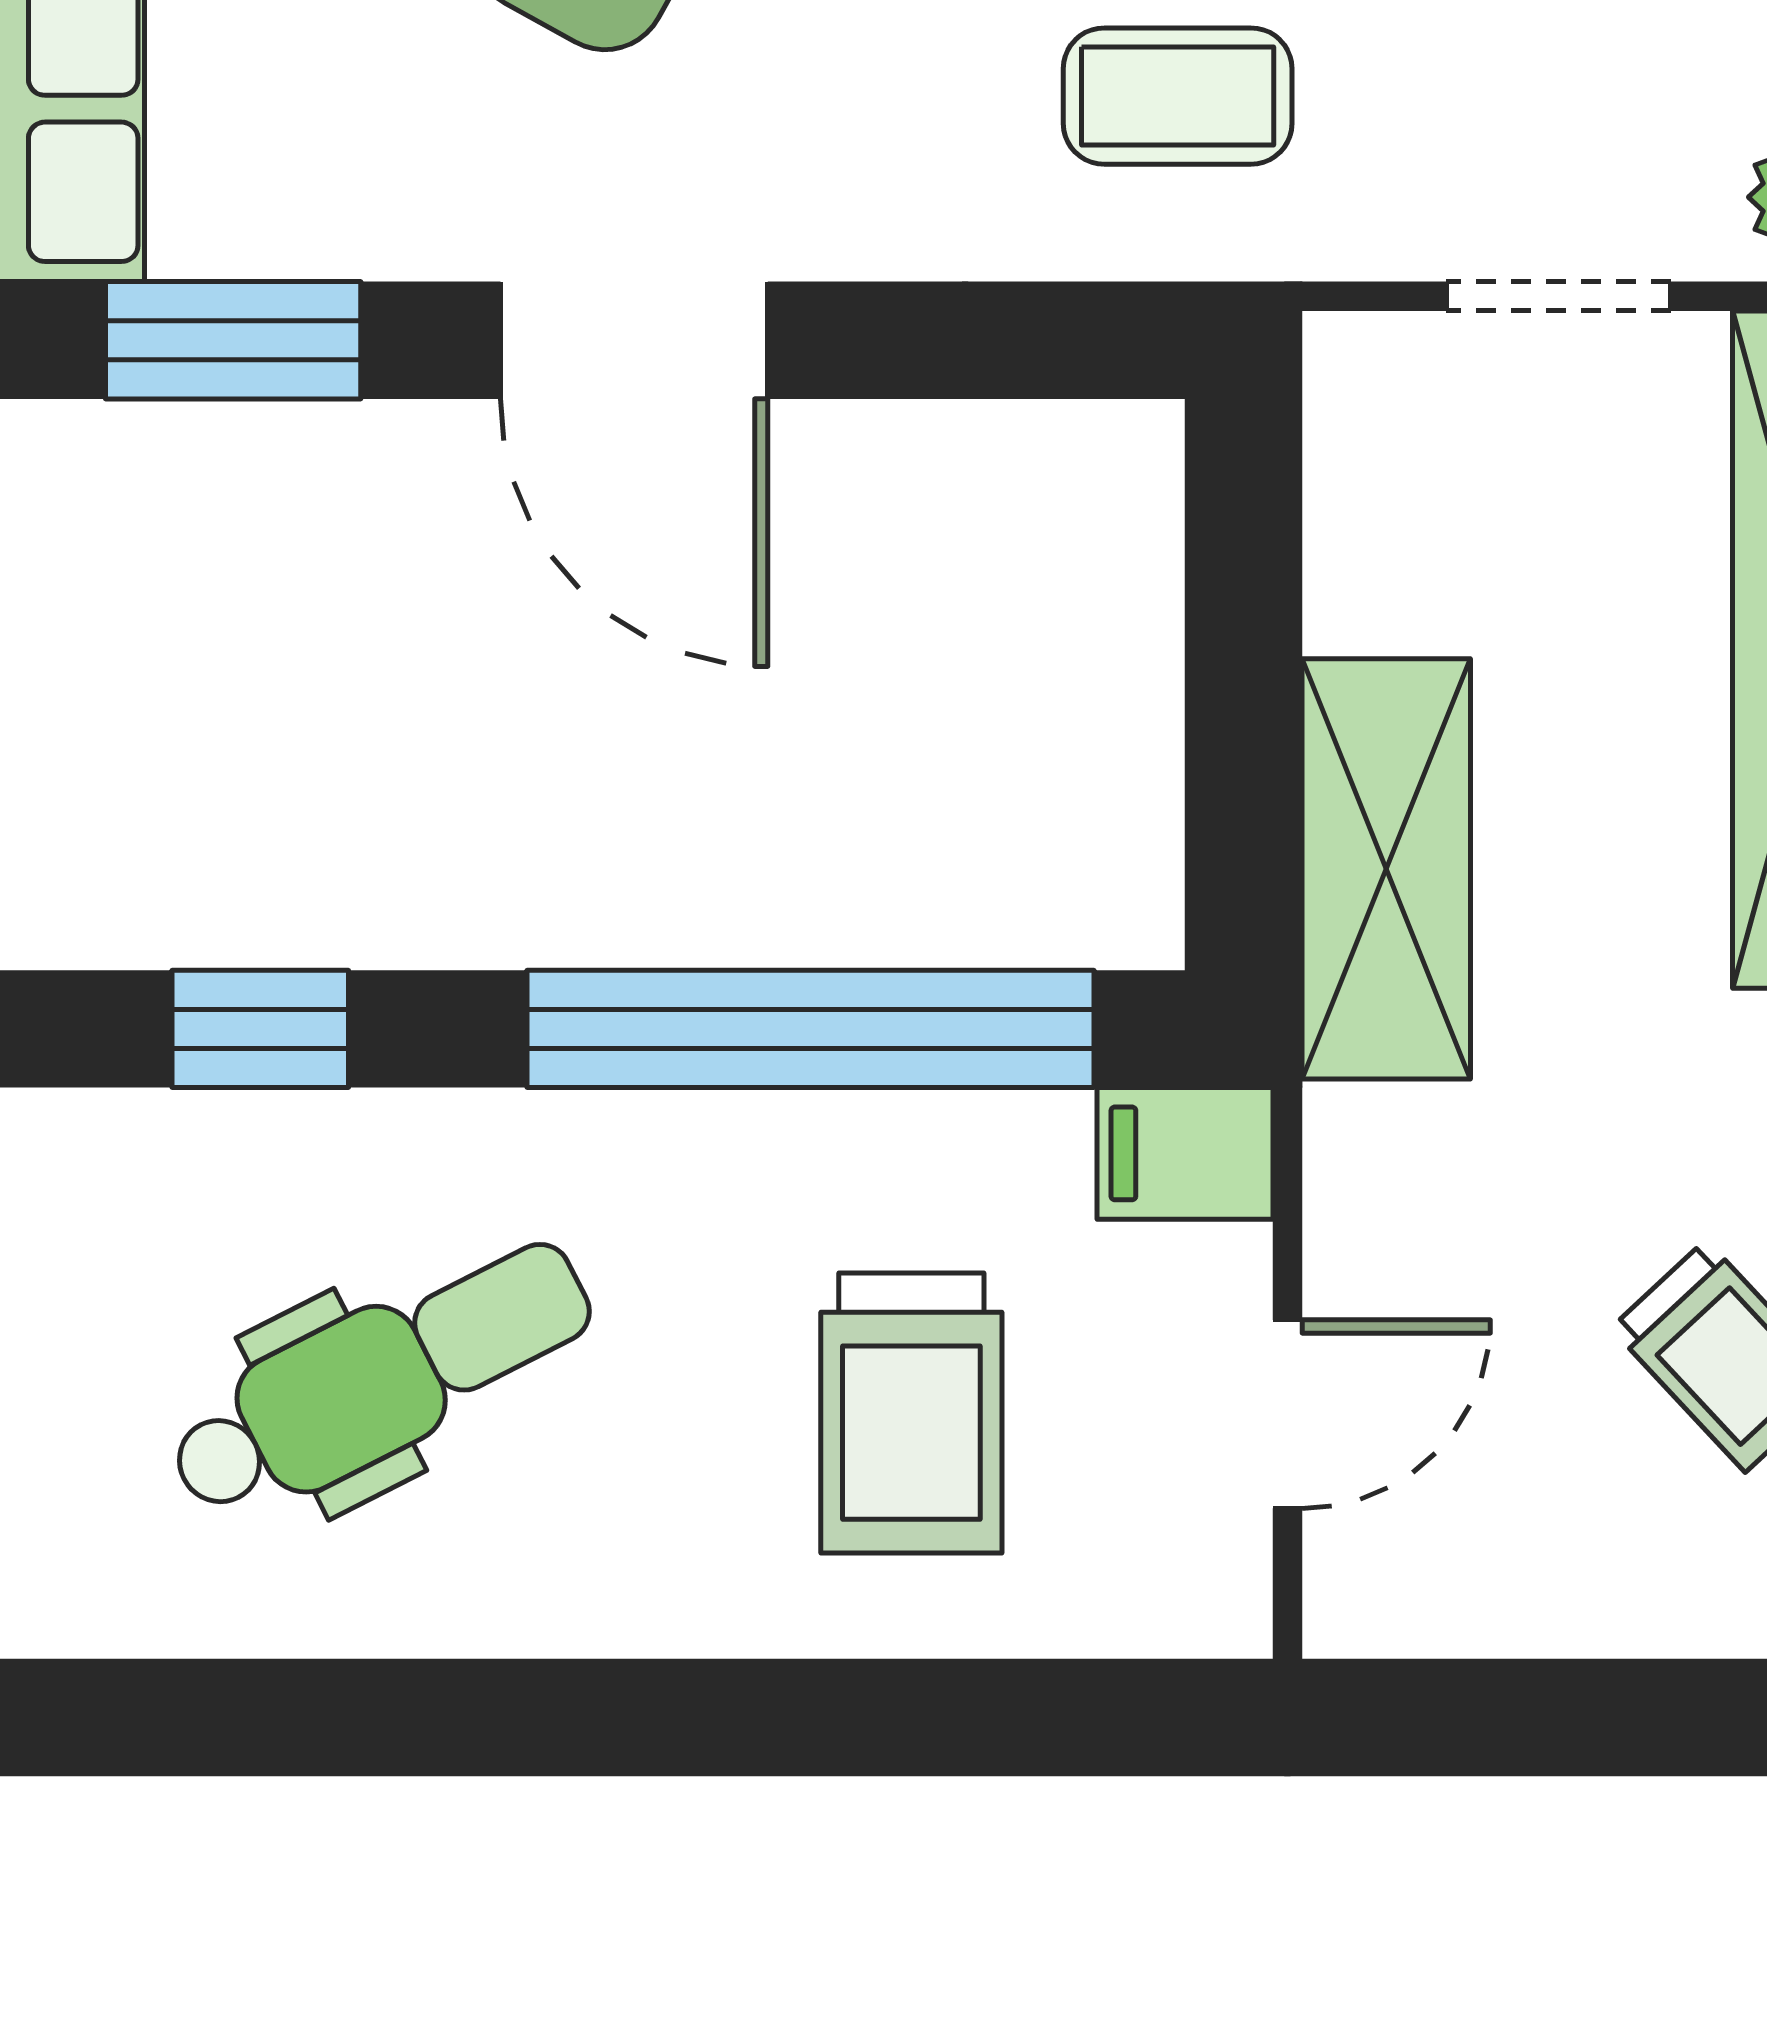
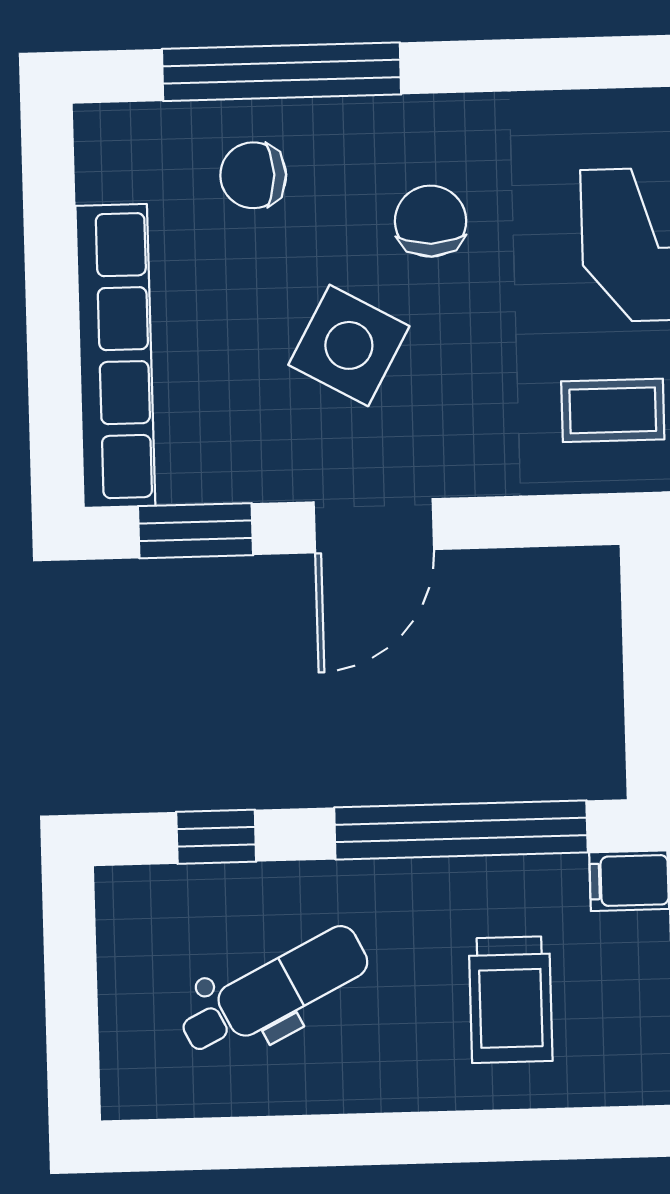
door: (634, 340) -> (374, 526), hinge flipped

